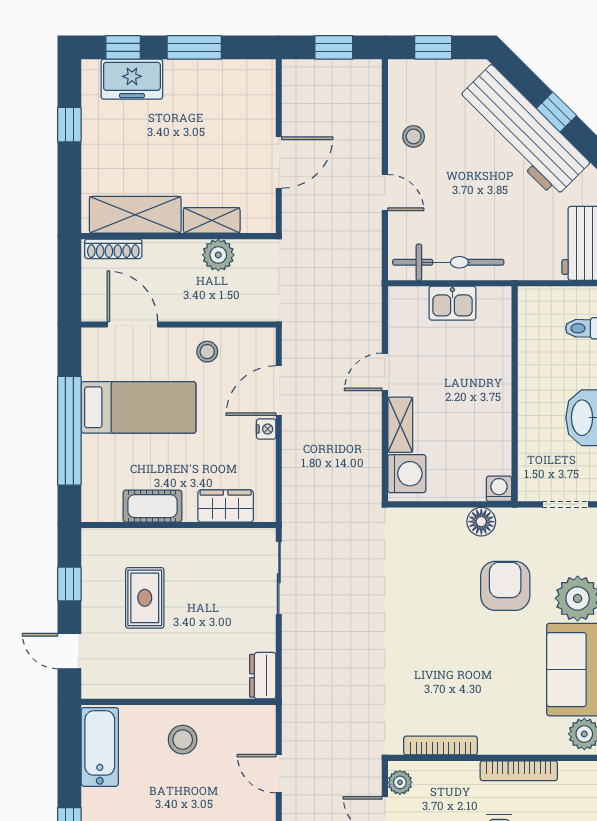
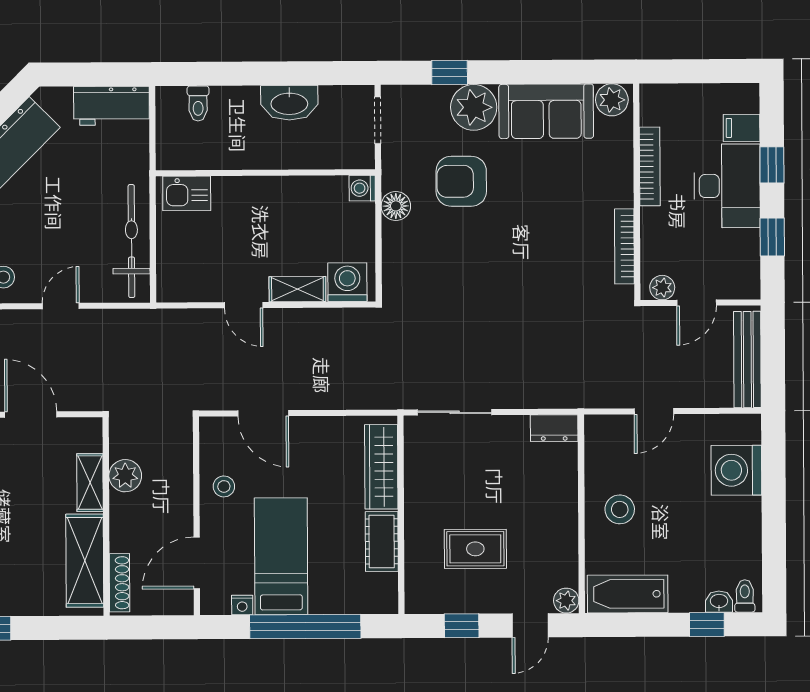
kitchen sink: (452, 303) -> (187, 193), moved, turned 90
nightstand: (266, 429) -> (242, 605), moved, turned 180
wardrobe: (226, 506) -> (381, 467), width x1.50
plant: (94, 687) -> (566, 601), added

